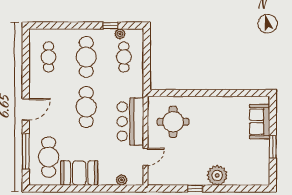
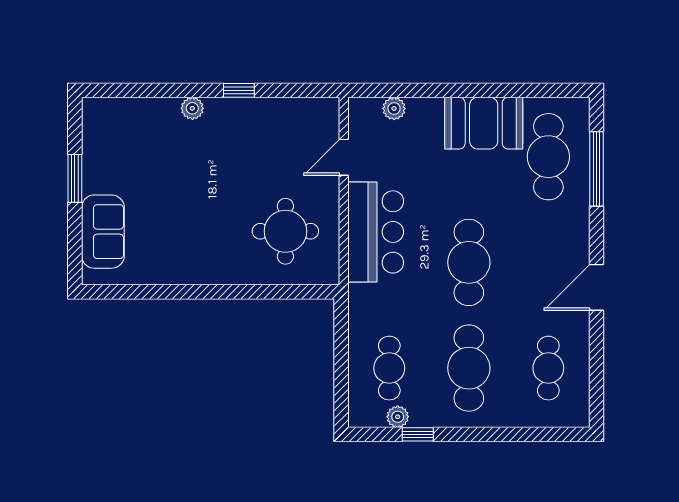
door: (26, 109) -> (597, 287), moved
plant: (217, 175) -> (192, 108), width x0.53, depth x0.53

